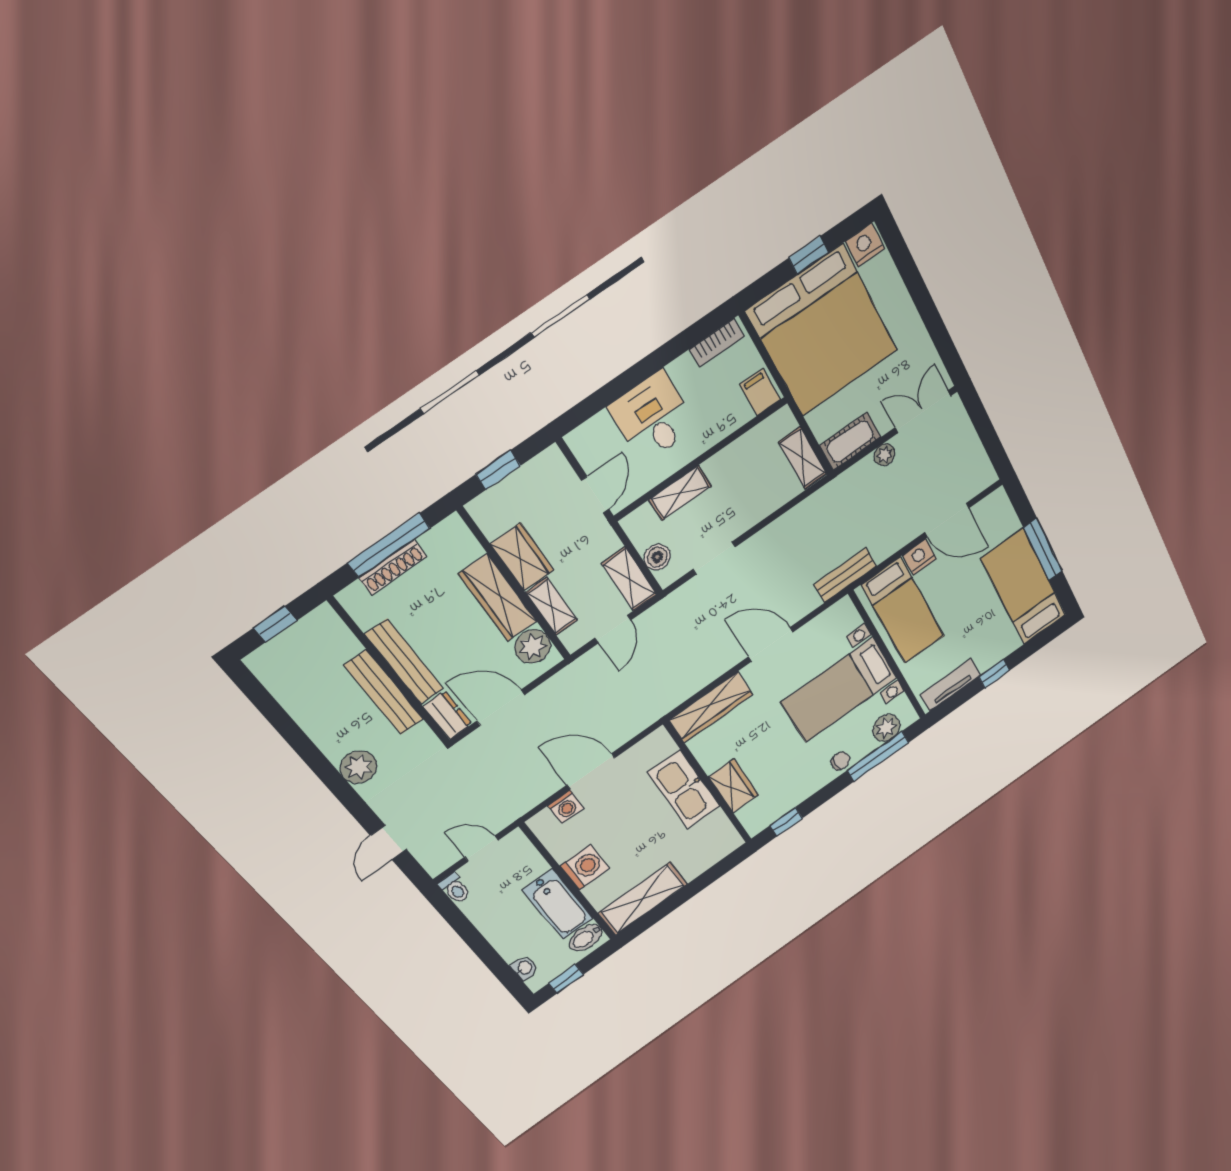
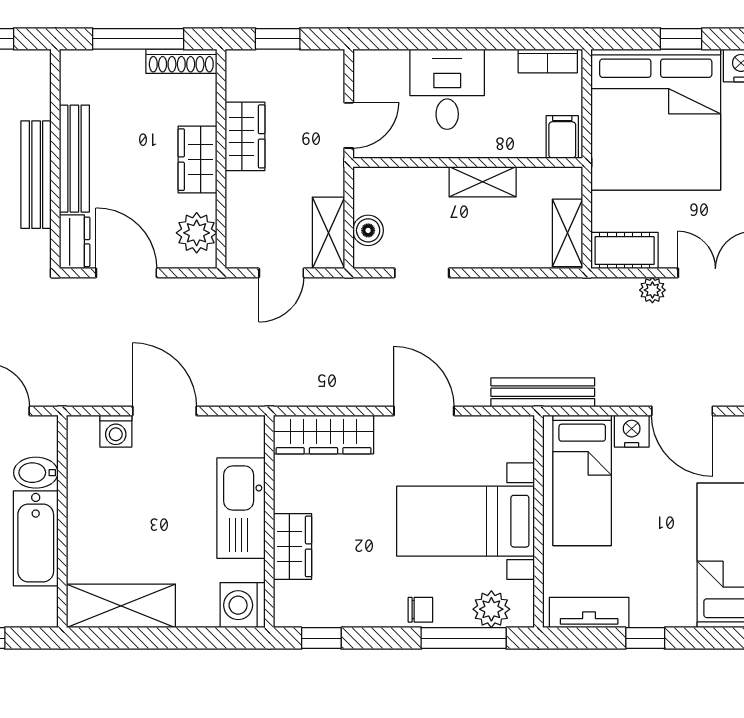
shelving: (680, 493) -> (483, 182), moved
shoe rack: (393, 567) -> (181, 61), moved
bench: (845, 575) -> (543, 392), width x1.36
wardrobe: (498, 598) -> (197, 160), width x0.67
shelving: (552, 607) -> (240, 206), removed
washing machine: (585, 867) -> (243, 605), moved, turned 180
bidet: (586, 938) -> (36, 473), moved

